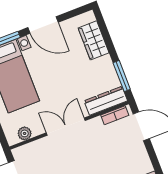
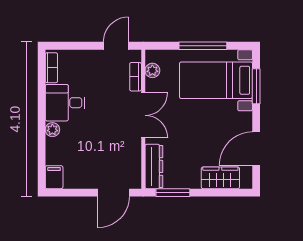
door: (43, 25) -> (256, 149), moved
bookcase: (115, 115) -> (136, 77), moved

